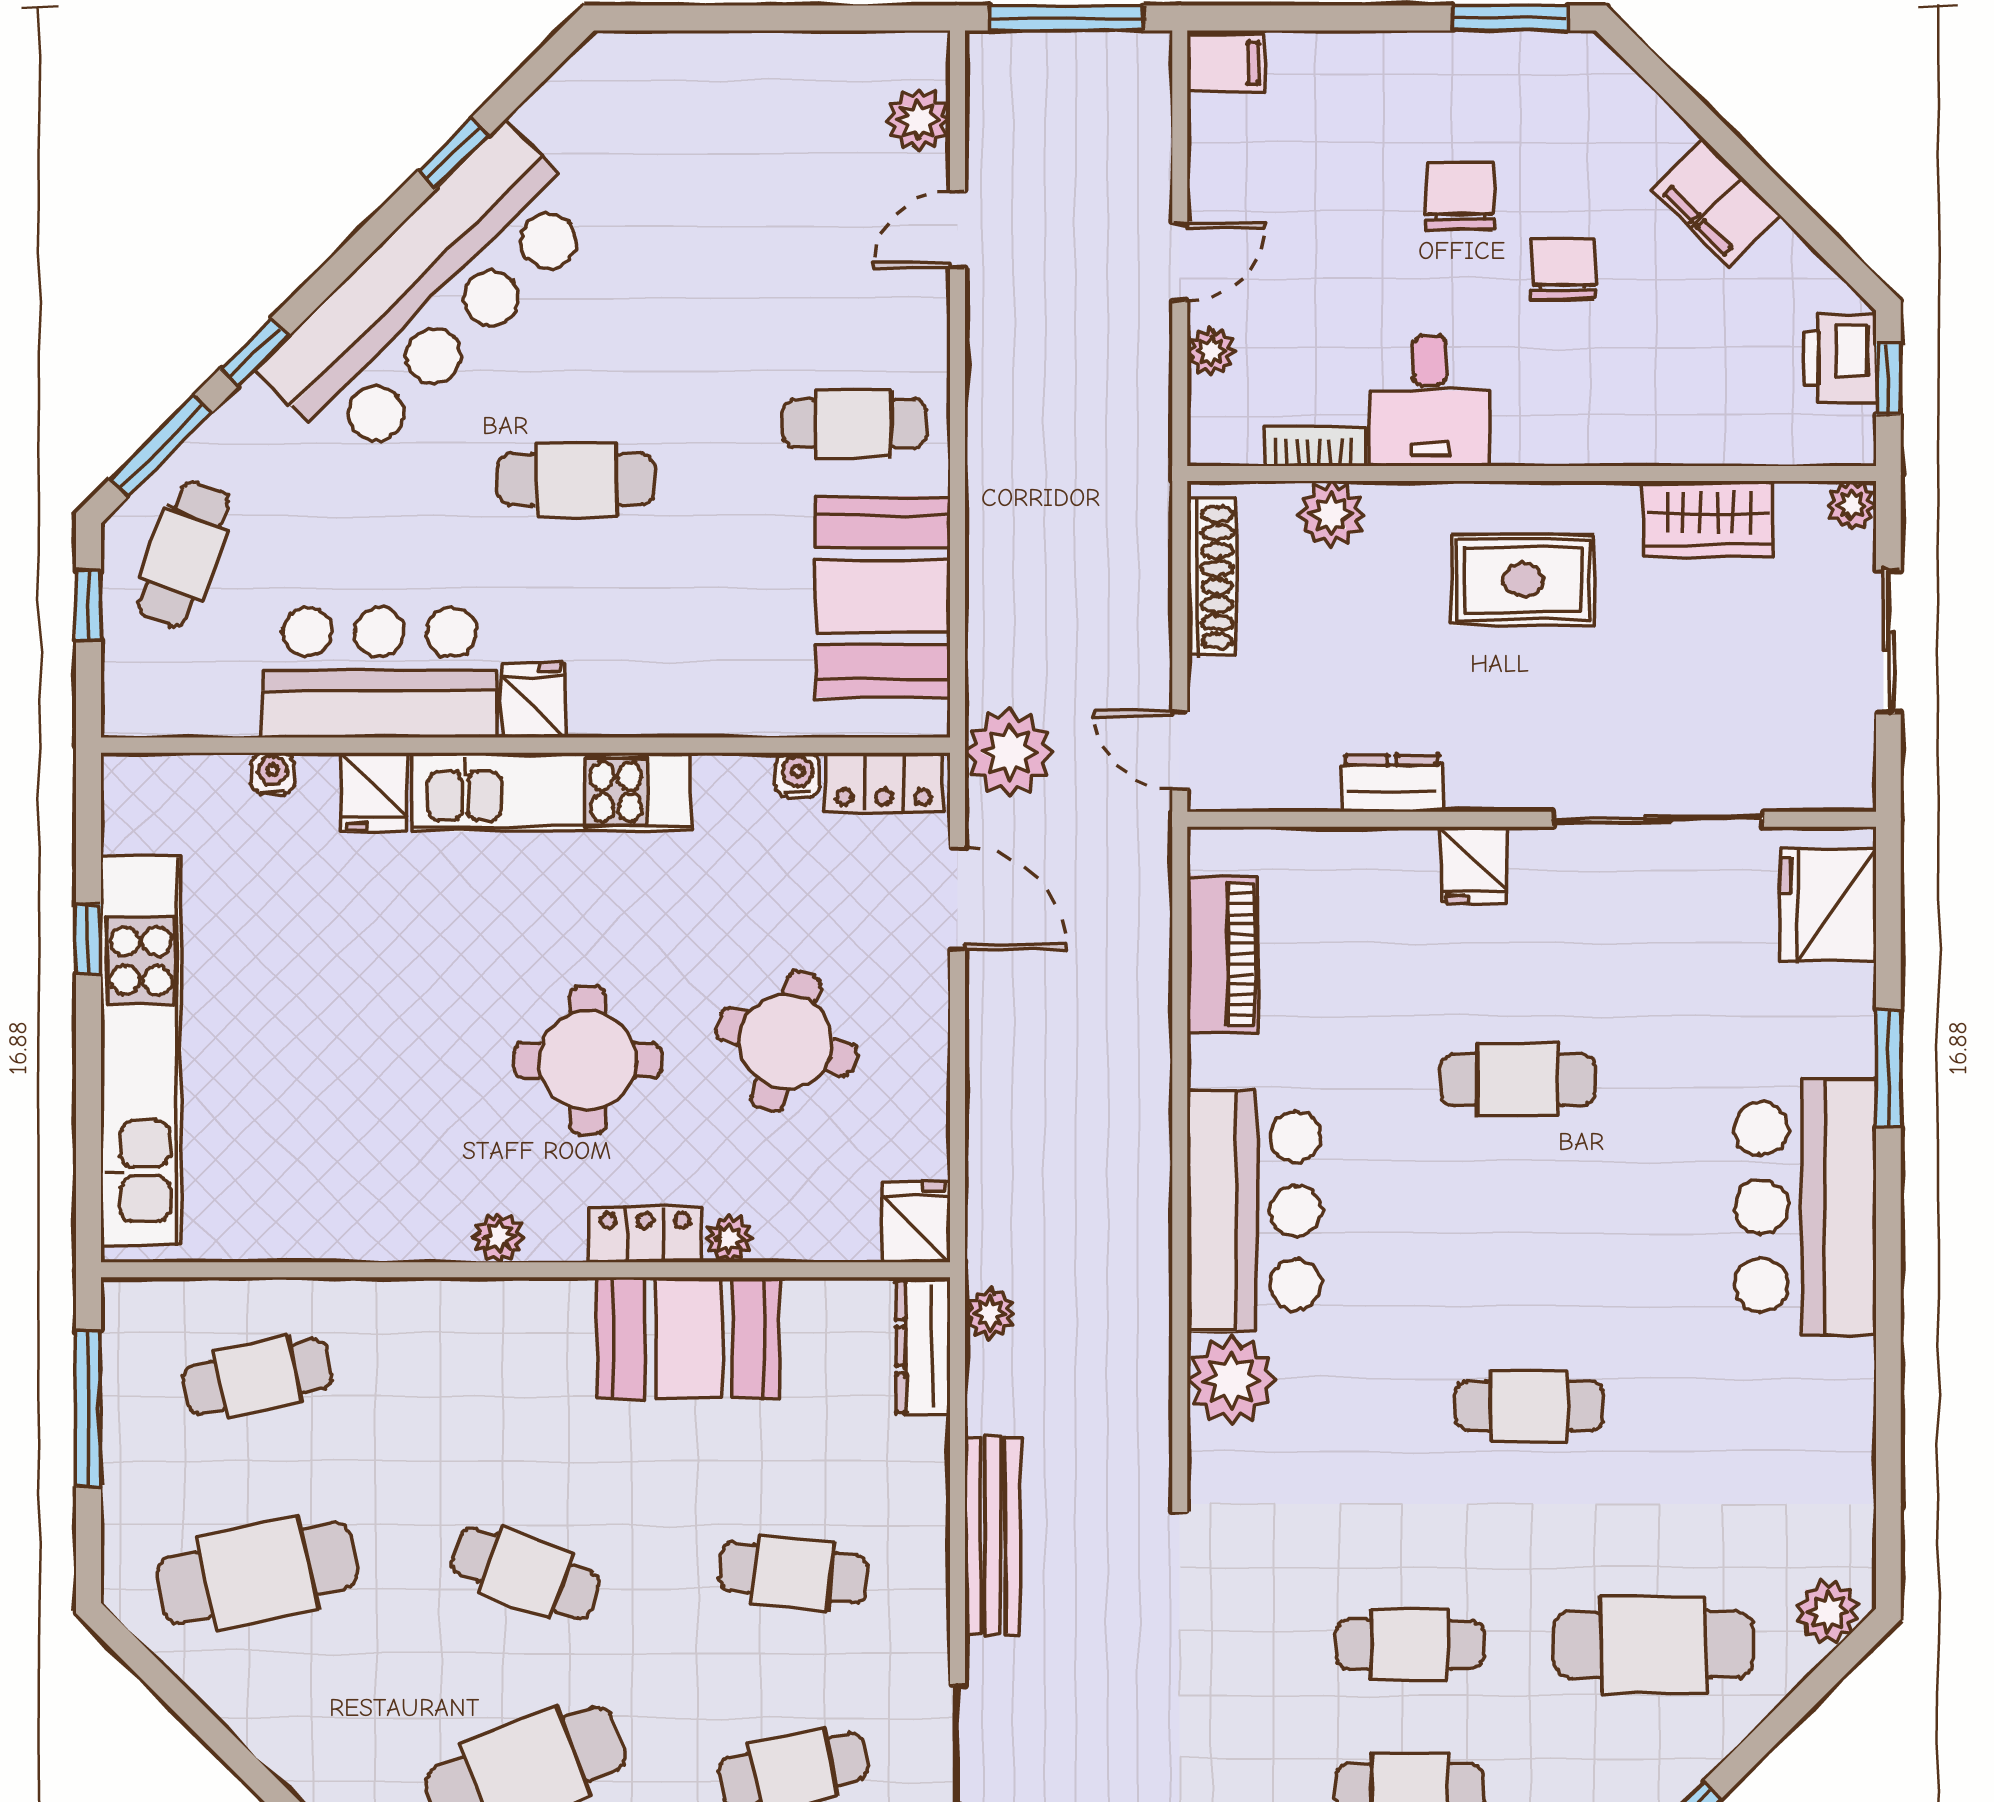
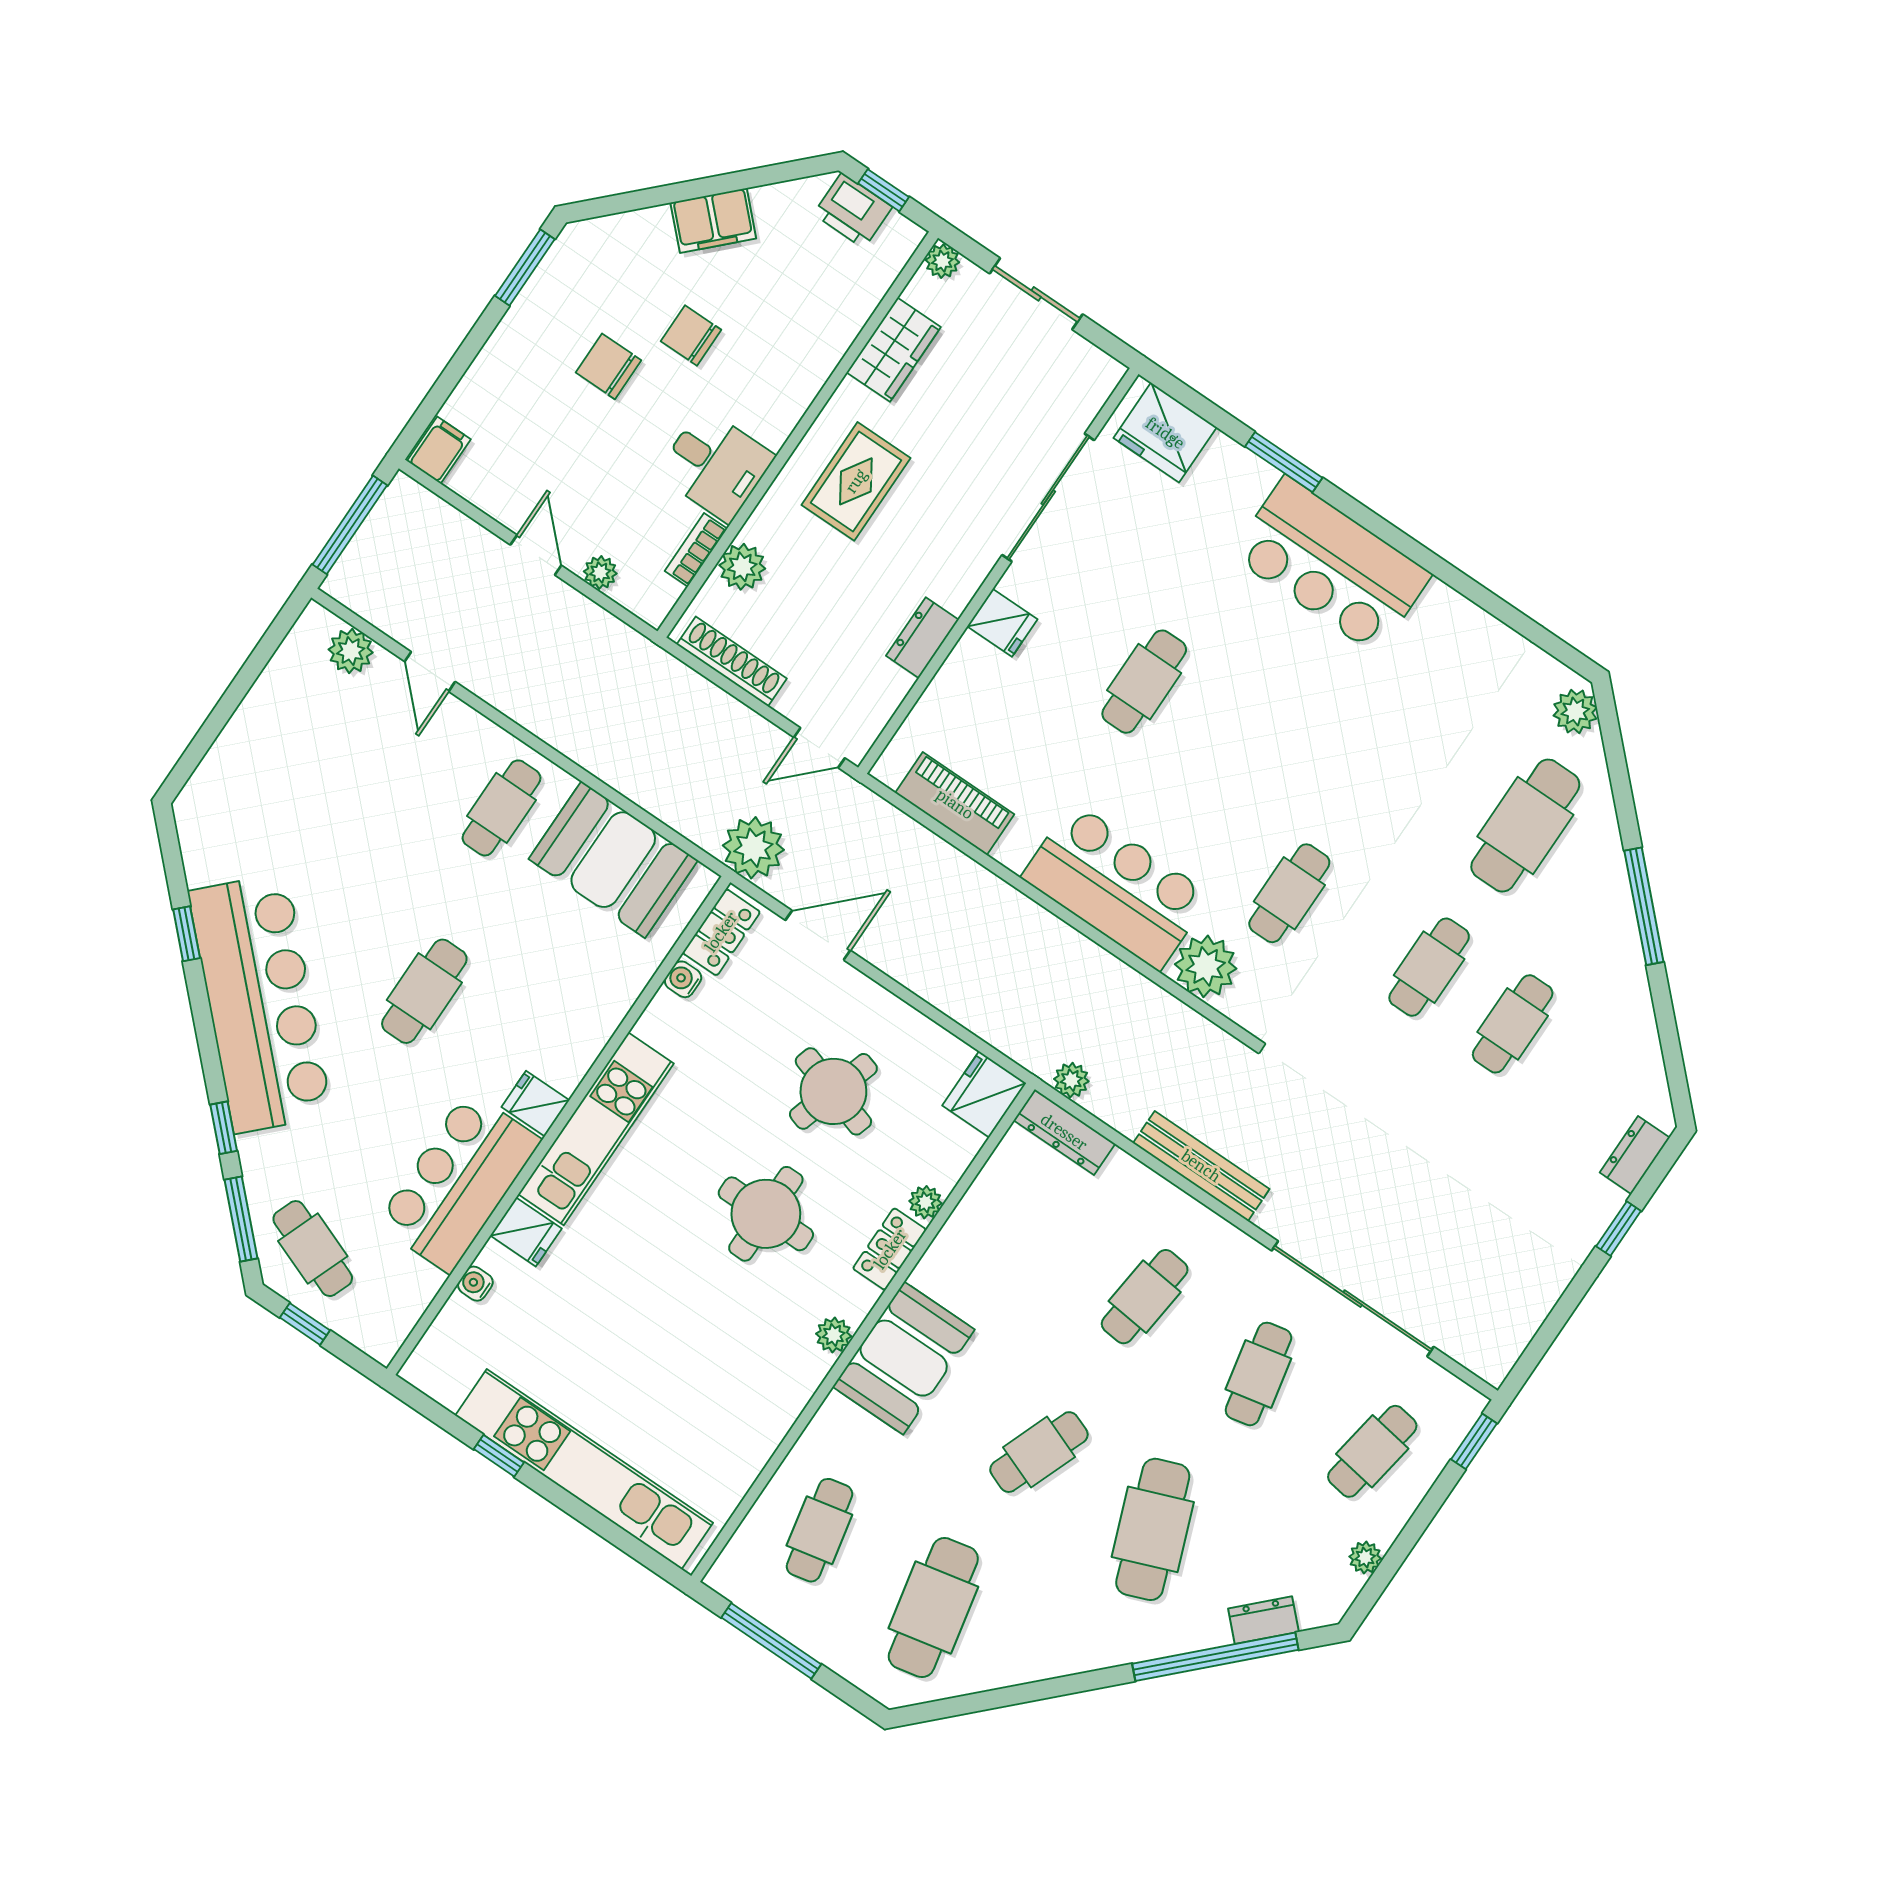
fridge: (916, 1222) -> (984, 1094), width x1.38
booth: (688, 1338) -> (904, 1358), moved
cafe table: (1529, 1406) -> (1289, 893), moved

